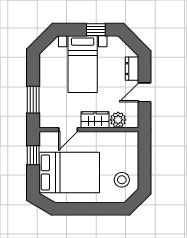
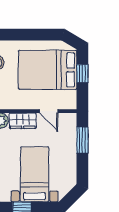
door: (68, 130) -> (49, 111), swing flipped
window: (33, 155) -> (82, 73), moved

